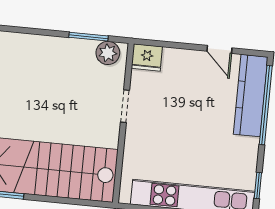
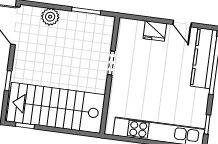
plant: (108, 53) -> (50, 17), moved
fridge: (147, 57) -> (155, 31), moved

